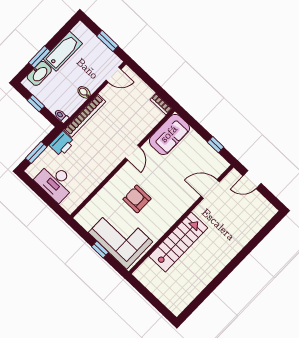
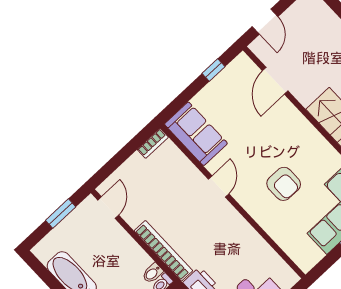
bidet: (84, 92) -> (153, 273), moved
door: (133, 153) -> (219, 186), hinge flipped
armchair: (137, 199) -> (284, 184), turned -90

